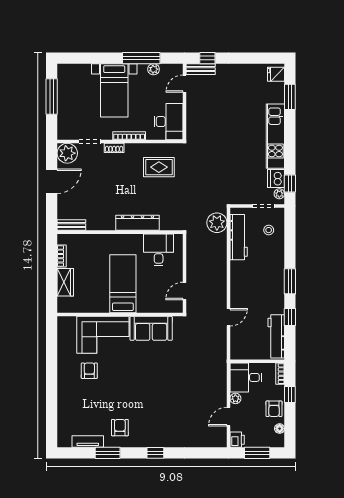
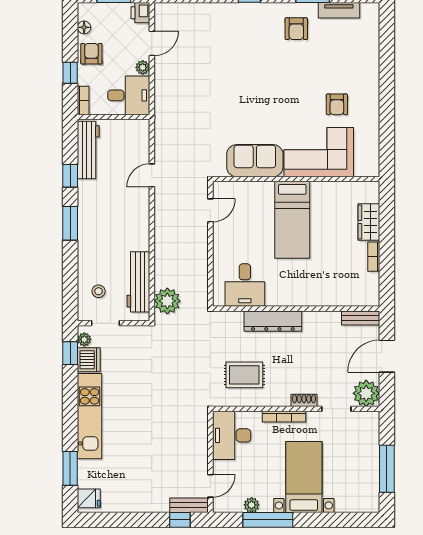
dresser: (138, 223) -> (273, 321), moved
bench: (71, 225) -> (361, 318), moved
wall: (120, 232) -> (296, 309), moved
desk: (159, 250) -> (245, 285), moved

